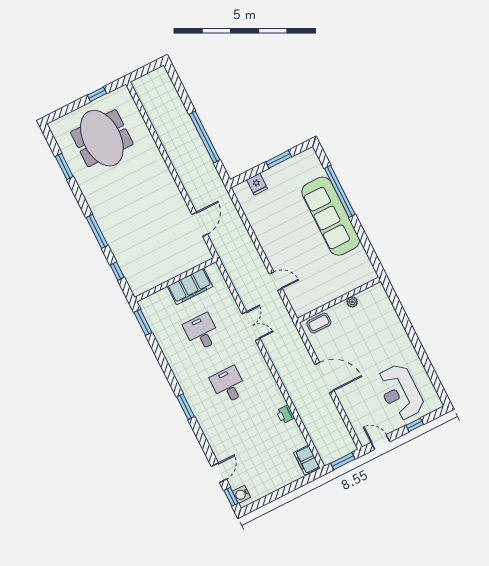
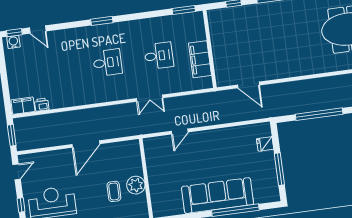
window: (279, 159) -> (279, 169), width x1.44
plant: (352, 302) -> (136, 185), width x1.88, depth x1.88
coffee table: (319, 323) -> (114, 191), moved
printer: (285, 414) -> (42, 105), moved

